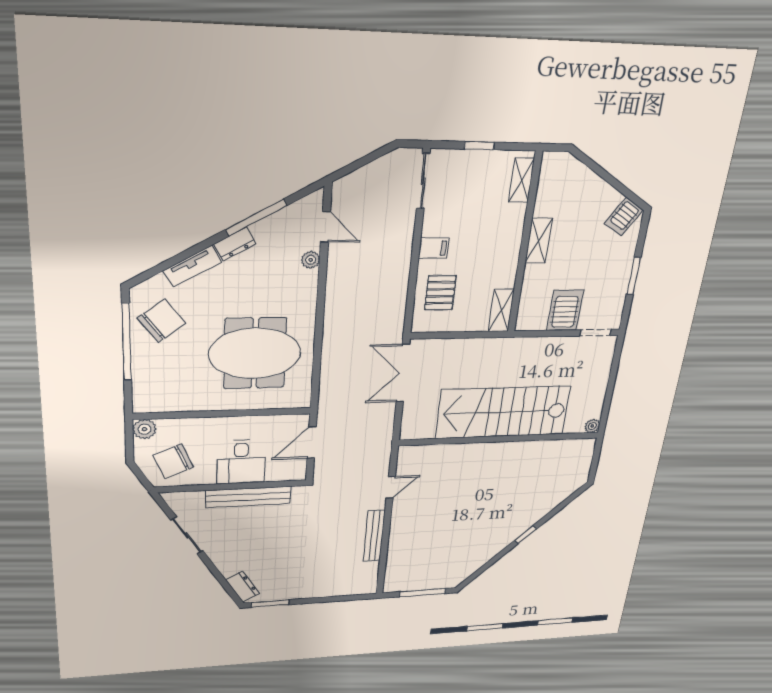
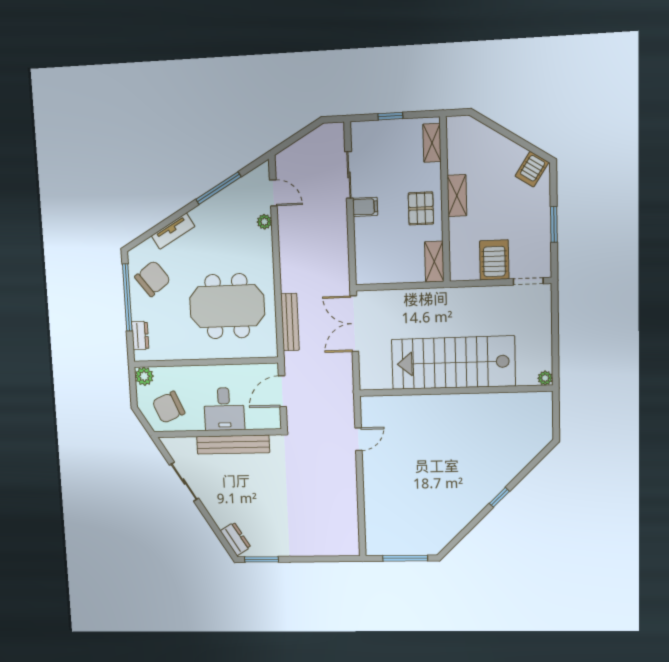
sliding door: (423, 181) -> (349, 175), moved
dresser: (235, 244) -> (140, 336), moved, turned -60
pallet: (440, 293) -> (421, 208), moved
bench: (374, 536) -> (290, 322), moved

